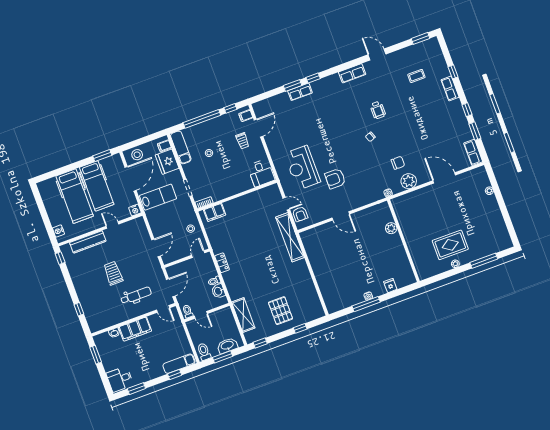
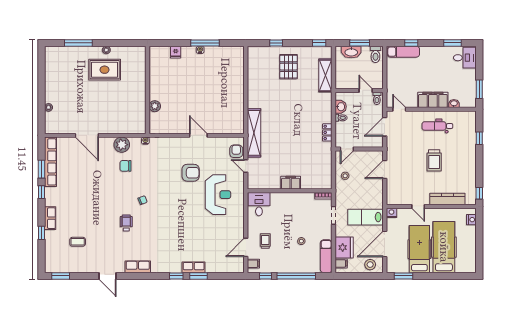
row of seats: (473, 152) -> (50, 162), width x2.02
filing cabinet: (215, 212) -> (291, 183), moved
dental chair: (136, 295) -> (437, 126), moved

